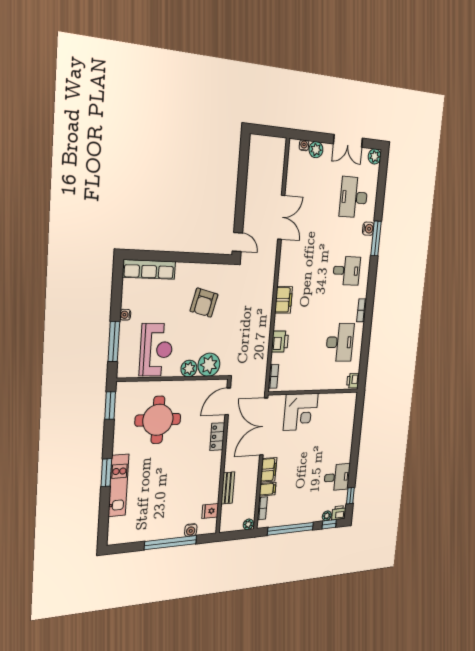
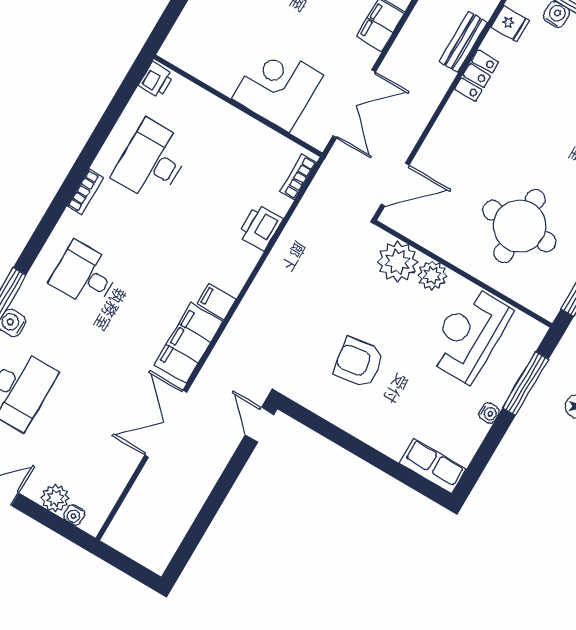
filing cabinet: (288, 265) -> (188, 343), added
row of seats: (149, 269) -> (433, 466), width x0.68
filing cabinet: (284, 300) -> (216, 301), width x0.50
armchair: (204, 303) -> (359, 362), turned -113
double door: (264, 427) -> (354, 104), width x0.73
locker: (217, 437) -> (477, 76), moved

